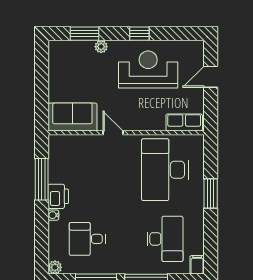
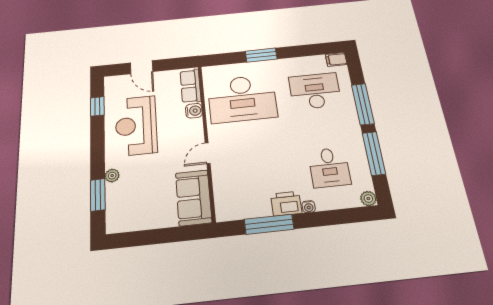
window: (139, 34) -> (97, 106), moved
water cooler: (157, 124) -> (194, 111), added

